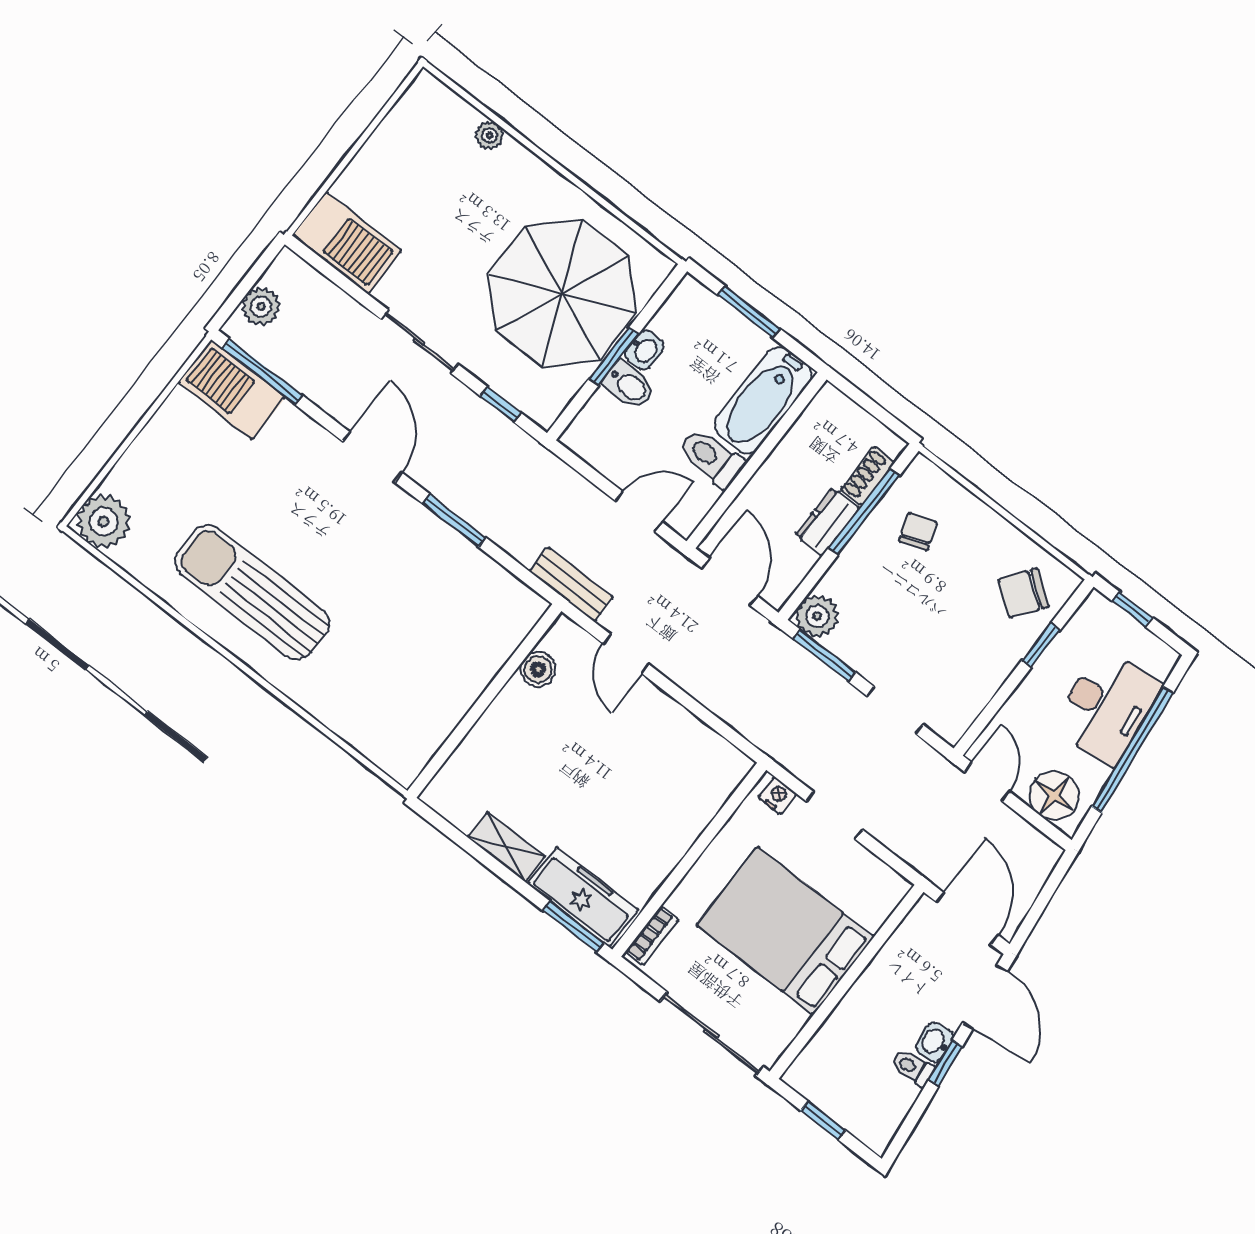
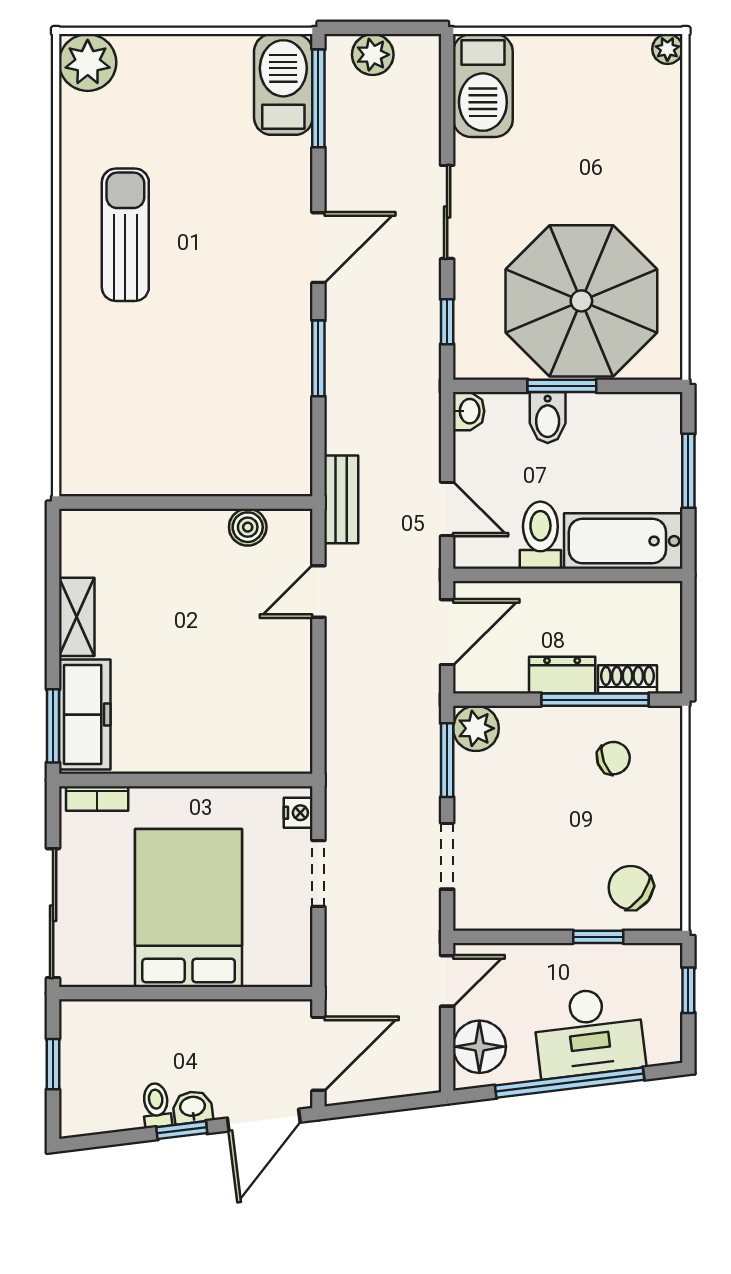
plant: (490, 135) -> (667, 49), moved
washbasin: (644, 350) -> (469, 411), moved, turned -90
sun lounger: (252, 592) -> (125, 235), width x0.73, depth x0.75

